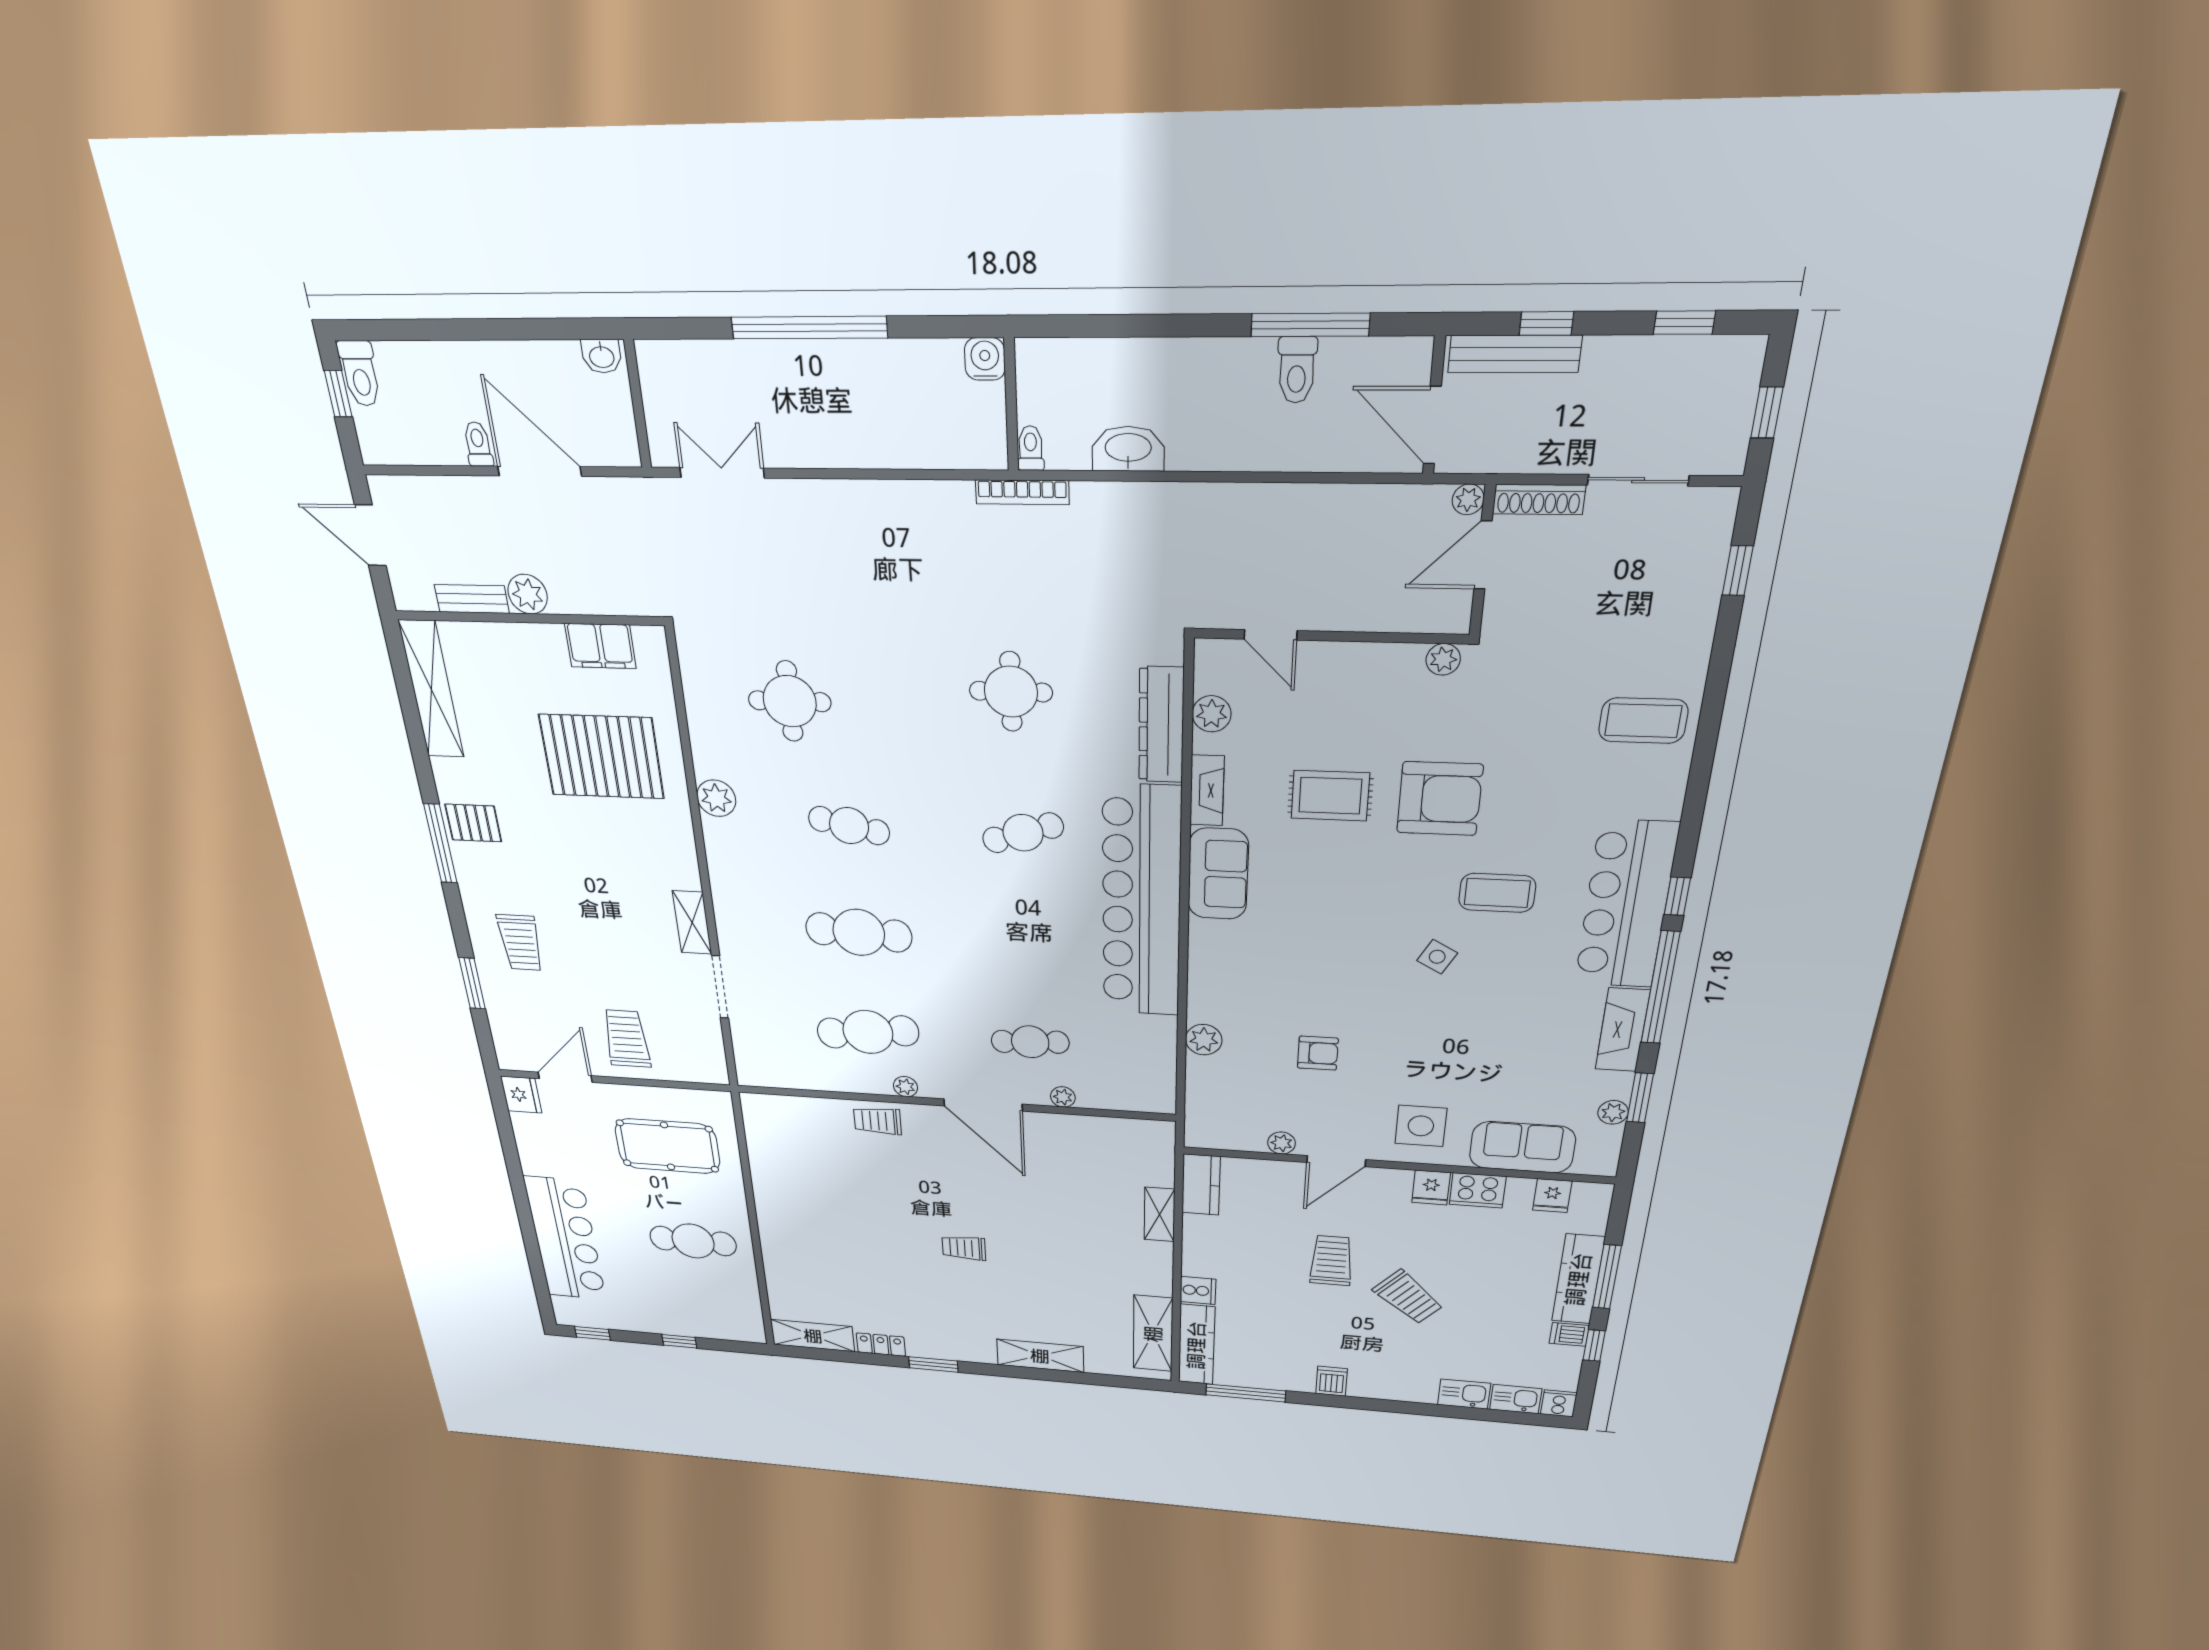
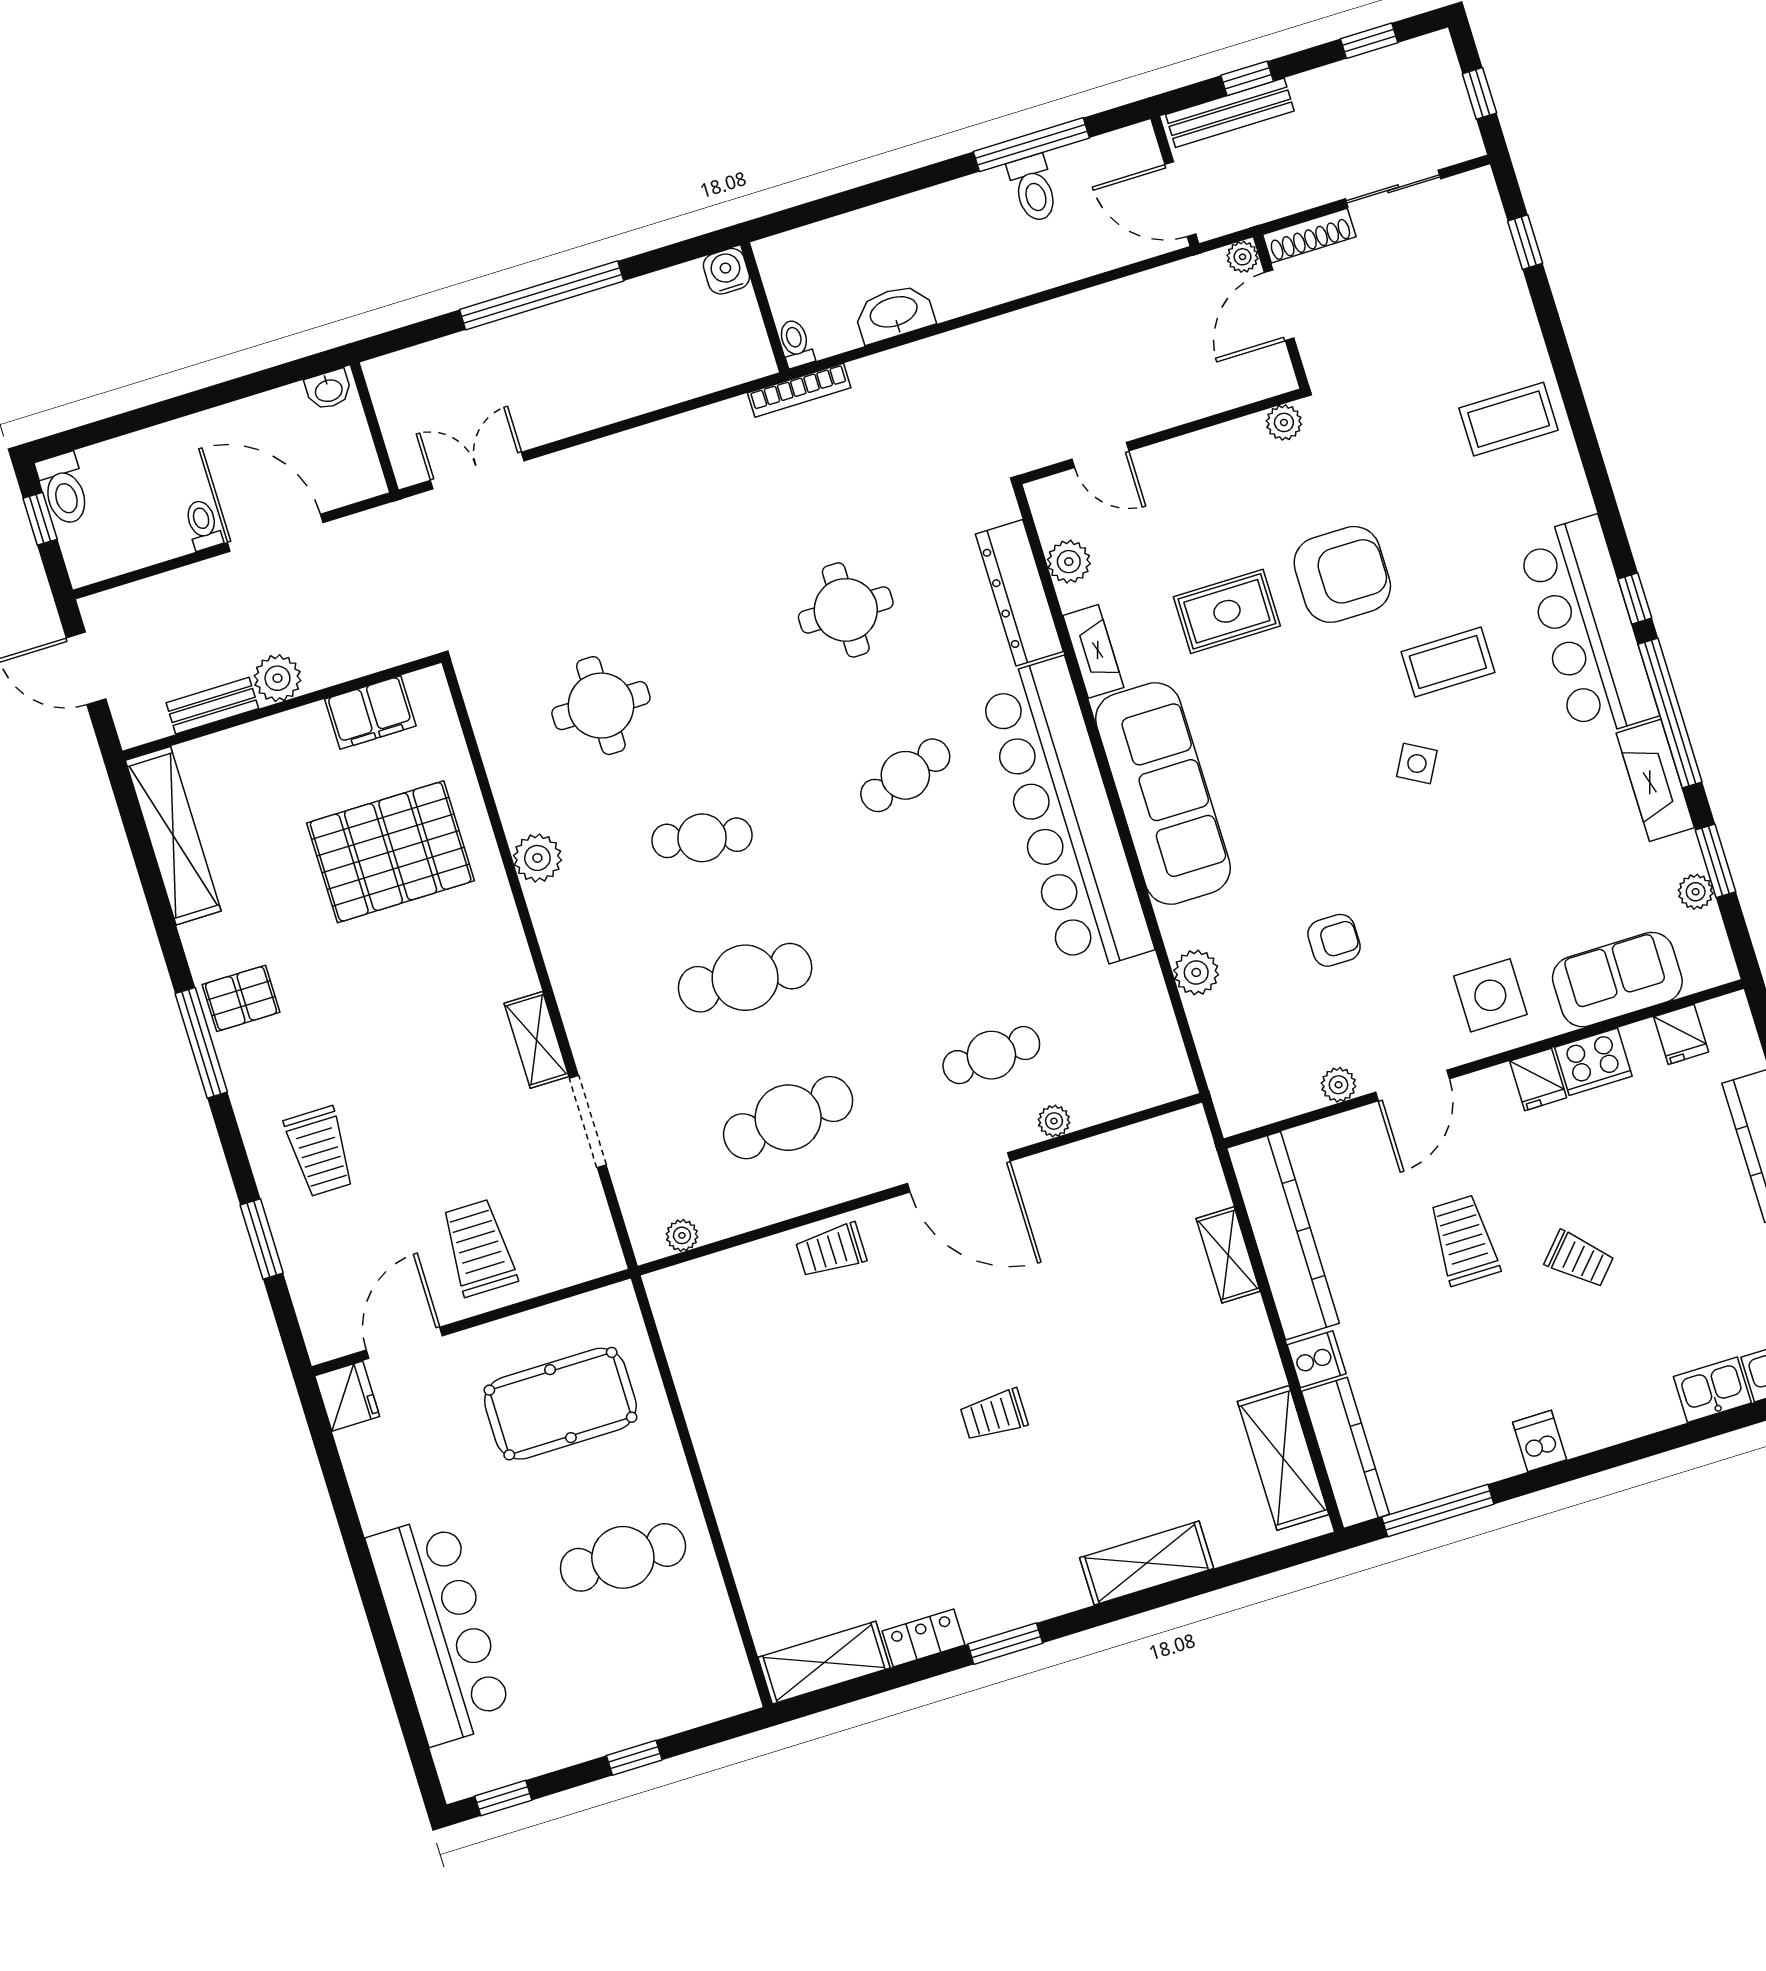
sofa: (1218, 874) -> (1163, 793), width x1.85, depth x1.27
plant: (905, 1087) -> (682, 1235), moved
kitchen counter: (1201, 1185) -> (1283, 1236), width x2.08, depth x1.17
trolley: (1408, 1297) -> (1579, 1259), width x0.73, depth x0.72

